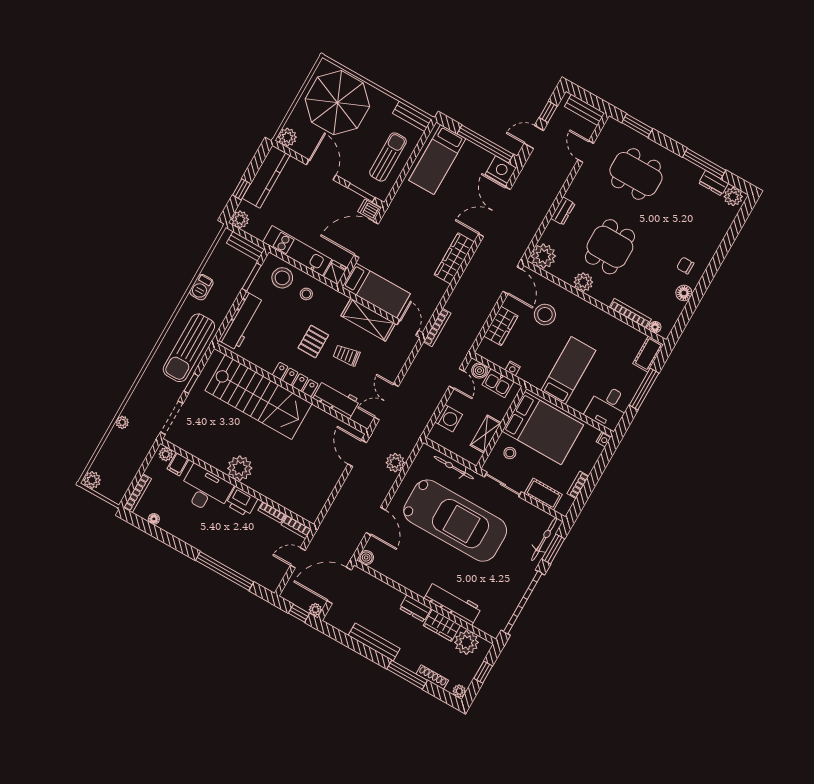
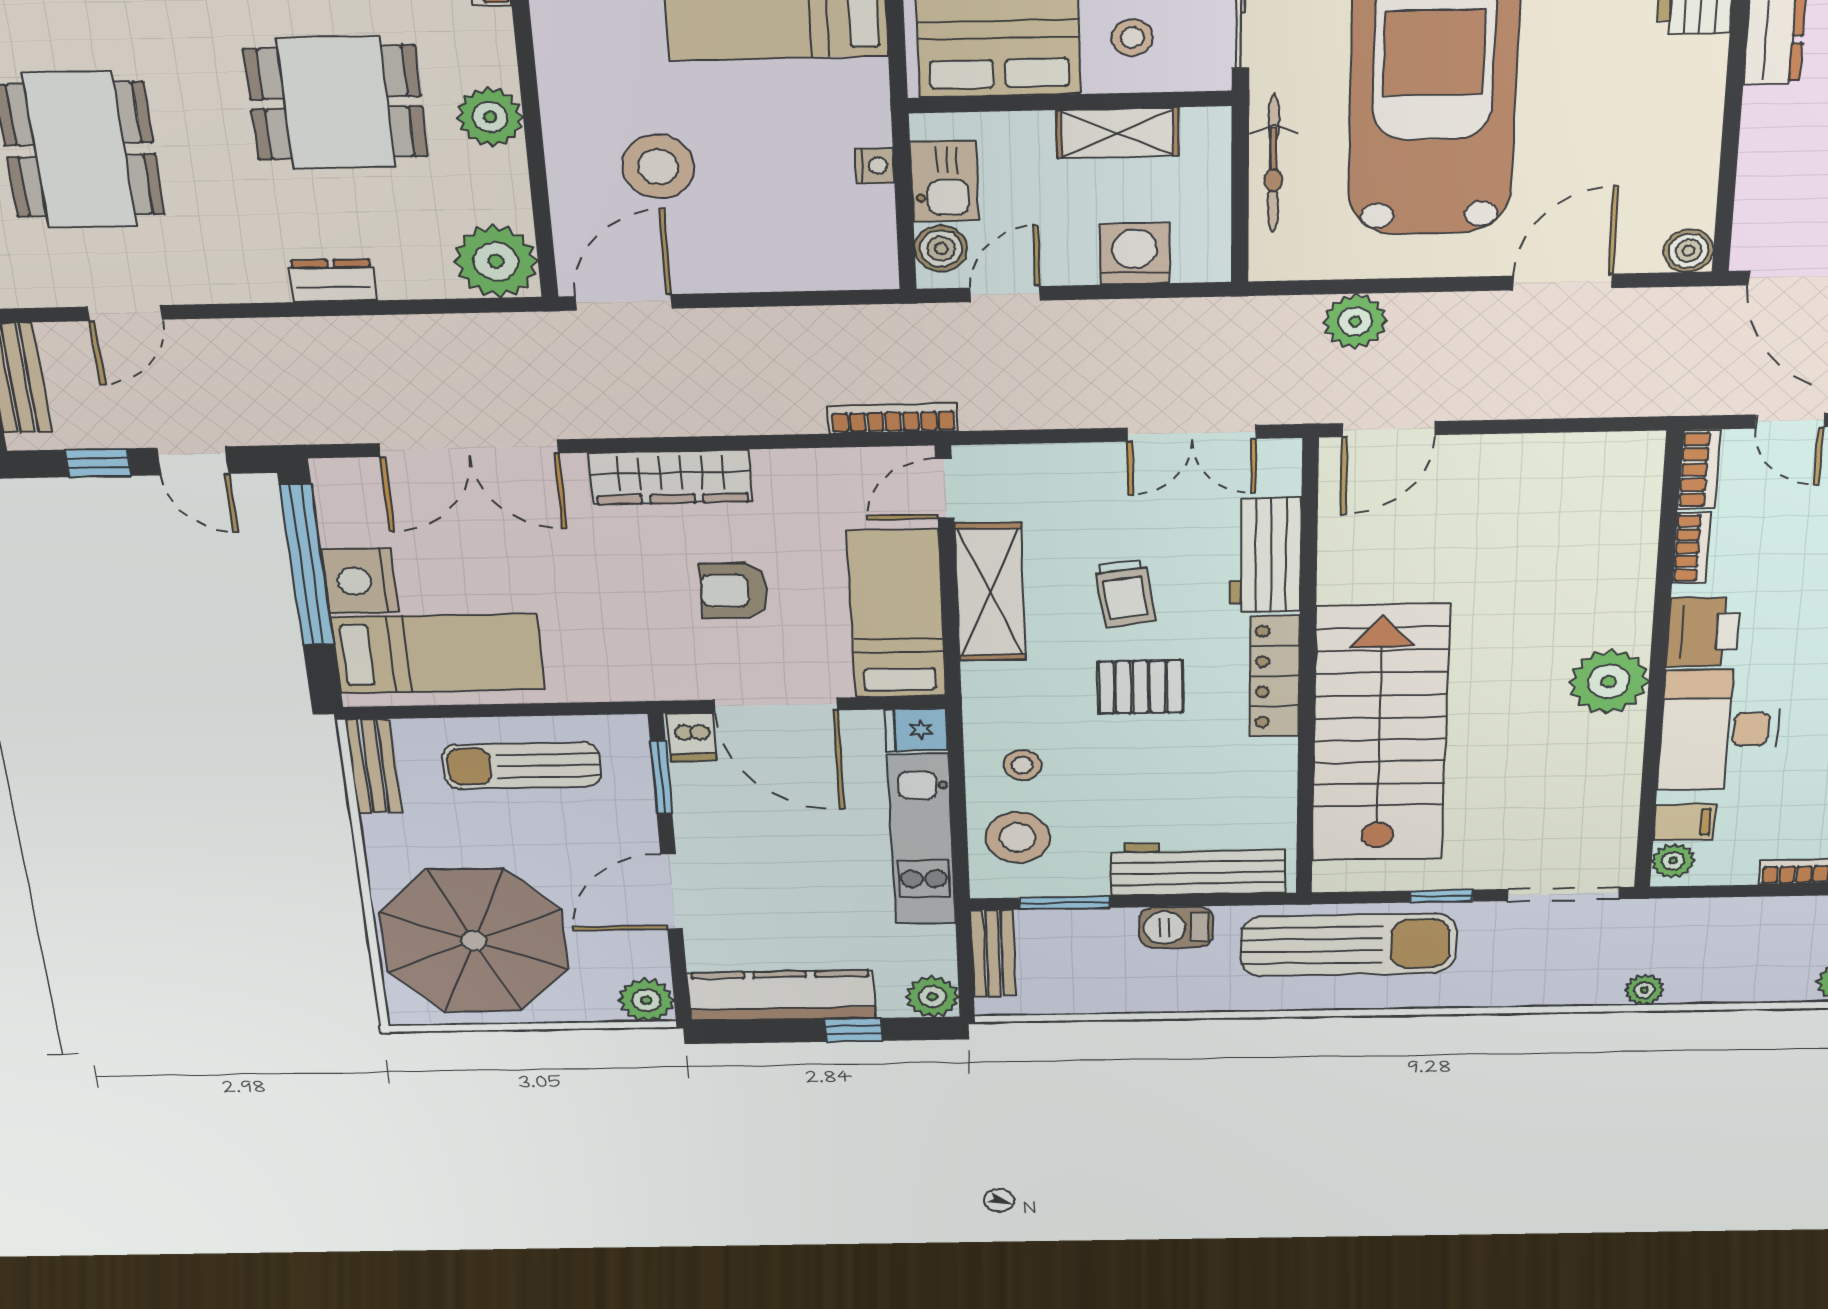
nightstand: (501, 171) -> (360, 581), moved
armchair: (409, 252) -> (734, 591), added
barbecue: (201, 287) -> (1176, 927), moved, turned 180
wardrobe: (501, 326) -> (774, 262), removed

